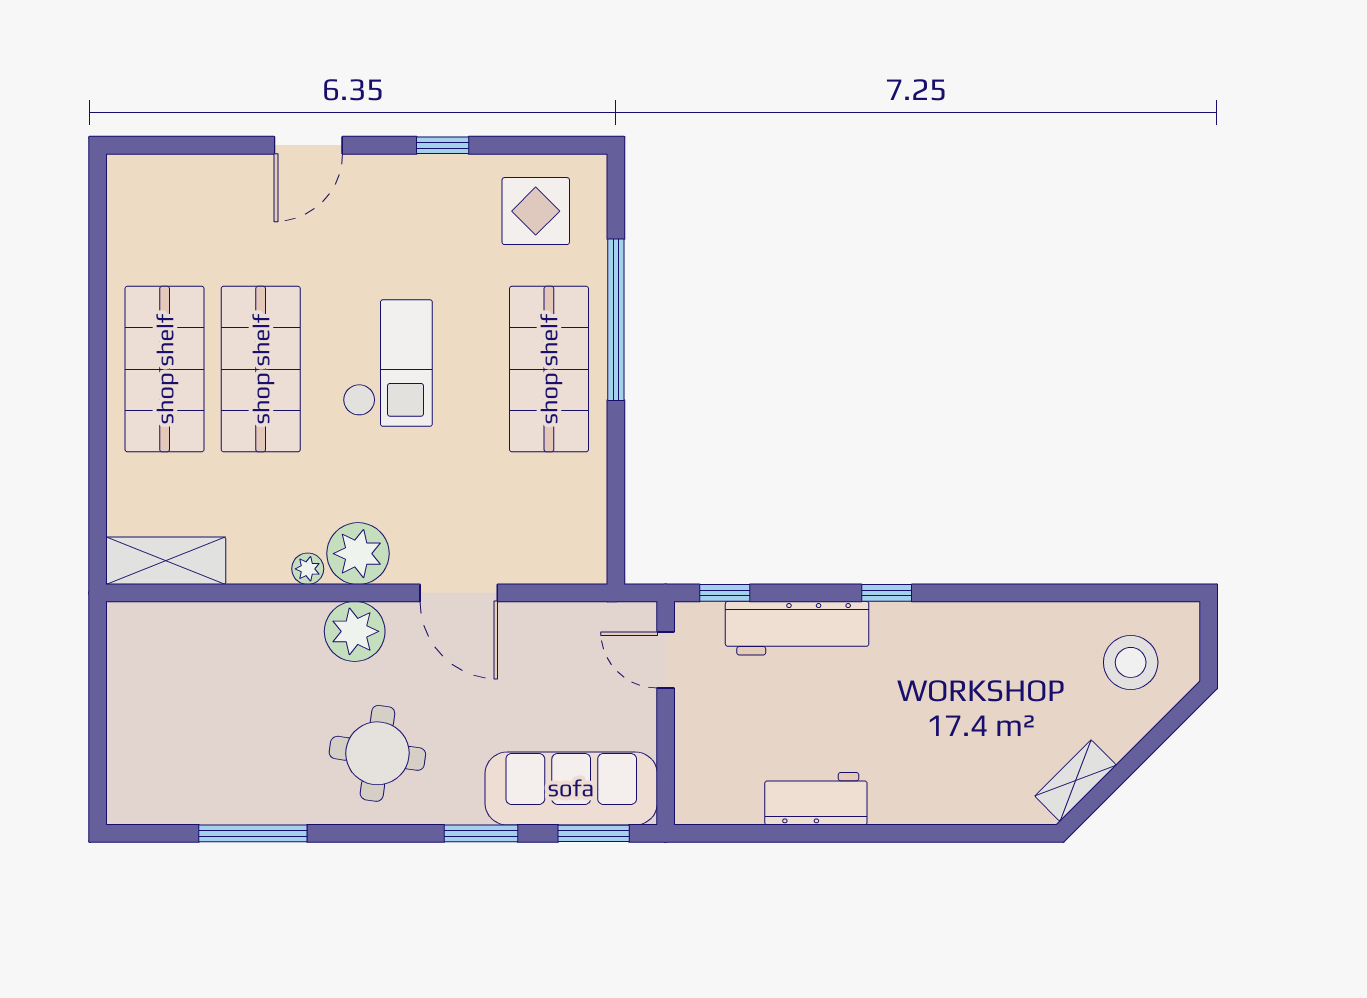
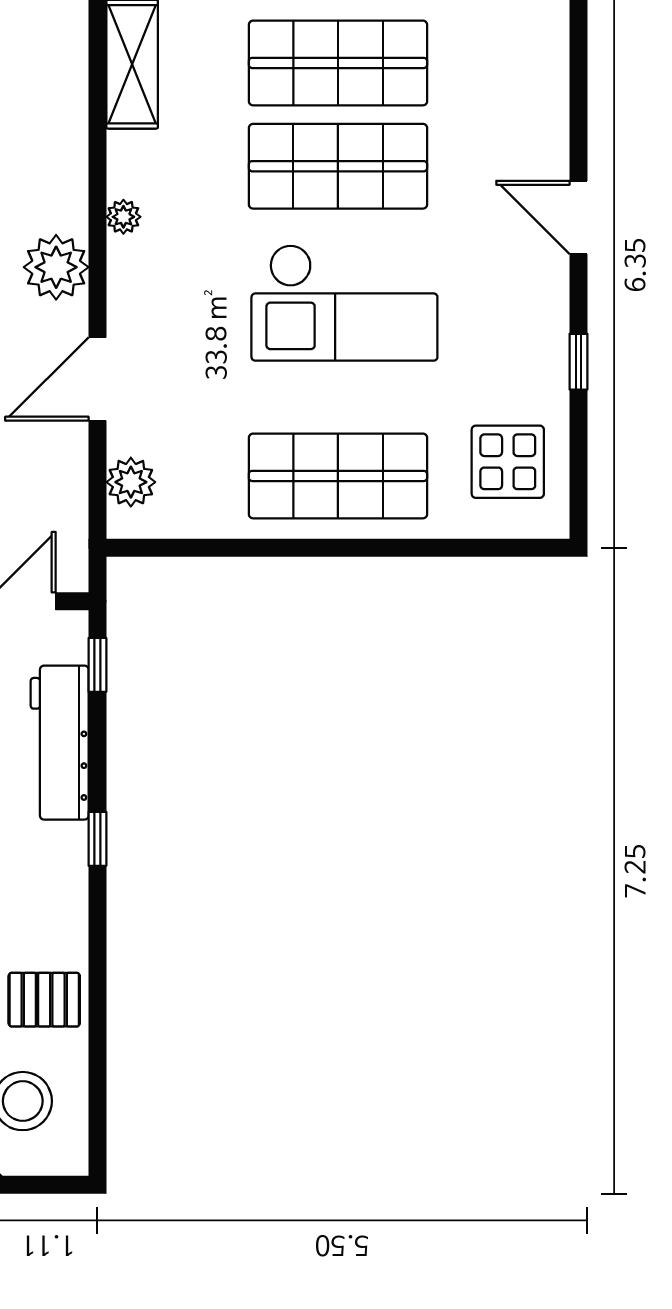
window: (616, 320) -> (391, 548), removed
checkout: (388, 363) -> (344, 303), width x1.36, depth x1.21
plant: (358, 554) -> (131, 482), moved, width x0.73, depth x0.73
pallet: (1036, 643) -> (44, 1000), added

